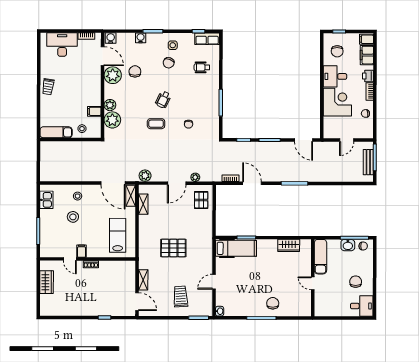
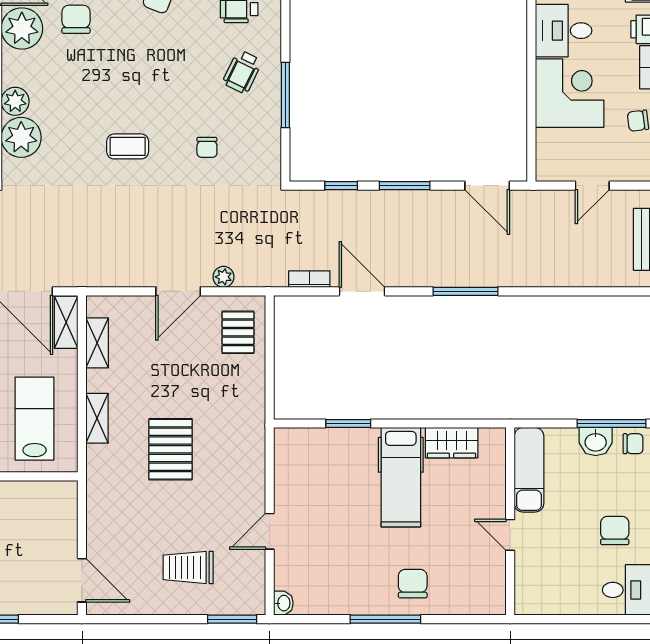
wheelchair: (163, 100) -> (242, 72), moved
plant: (145, 176) -> (101, 273), removed
pallet: (173, 248) -> (170, 449), turned 90
hospital bed: (236, 248) -> (401, 477), moved, turned 90
shelving: (143, 280) -> (97, 418), moved
trolley: (181, 296) -> (188, 567), turned -86

